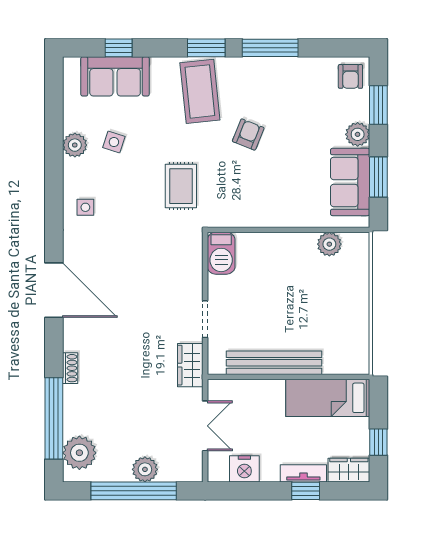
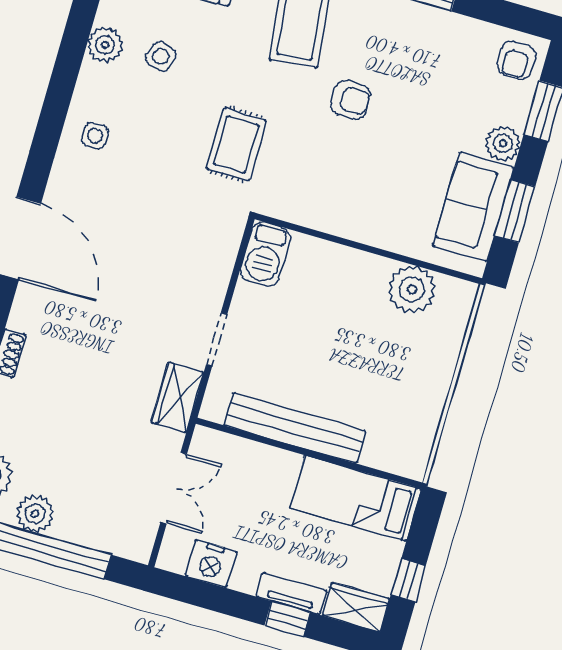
armchair: (248, 135) -> (351, 100), turned 68
plant: (329, 244) -> (412, 289), width x1.36, depth x1.36
plant: (145, 469) -> (35, 514), moved

